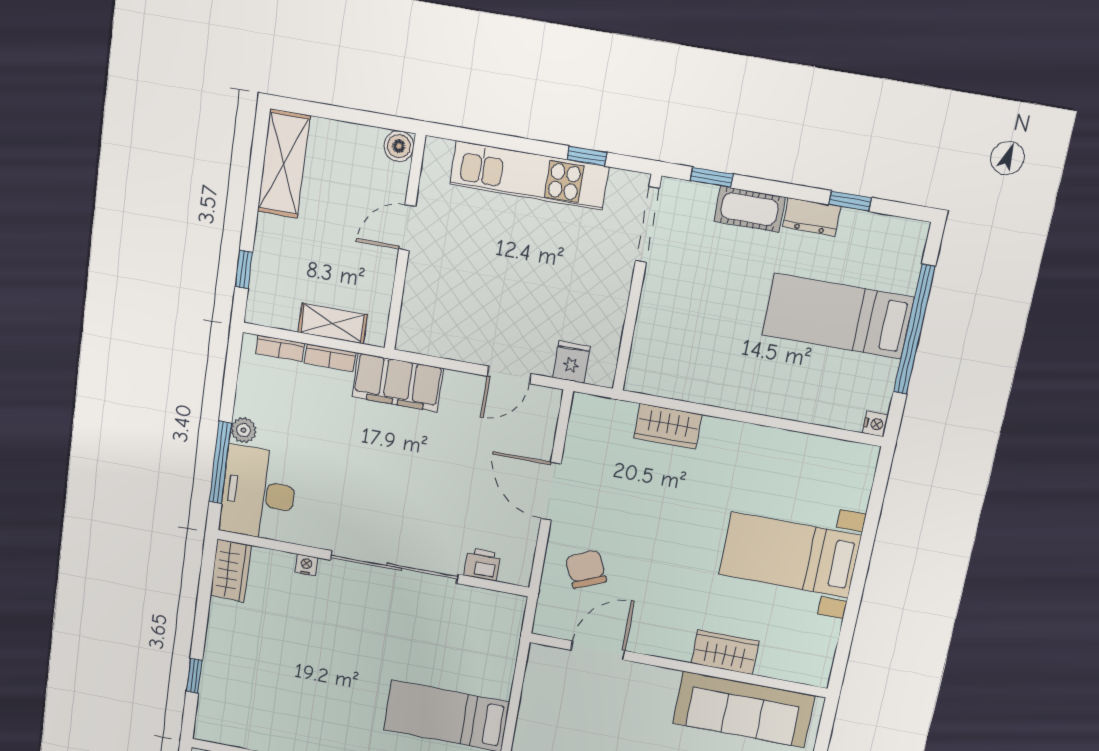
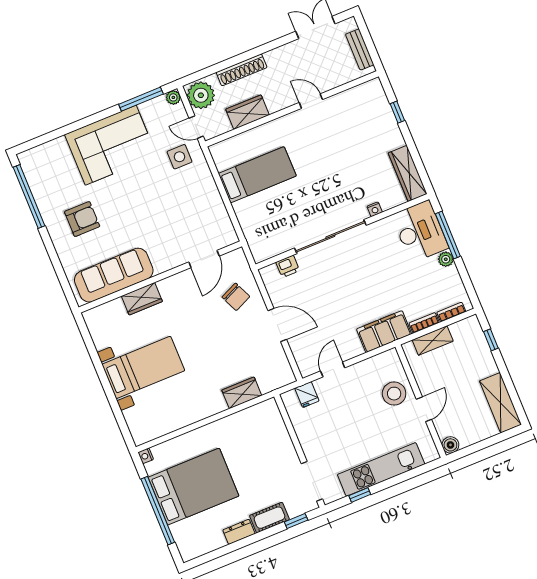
window: (850, 201) -> (226, 550), removed
stool: (438, 280) -> (394, 394), added
bed: (838, 316) -> (194, 487), width x1.50
wardrobe: (231, 570) -> (408, 173), width x1.50

